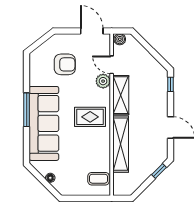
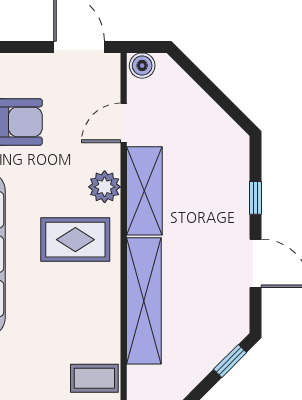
door: (112, 65) -> (124, 123), hinge flipped
plant: (103, 81) -> (105, 187), moved
window: (170, 84) -> (256, 198), moved

